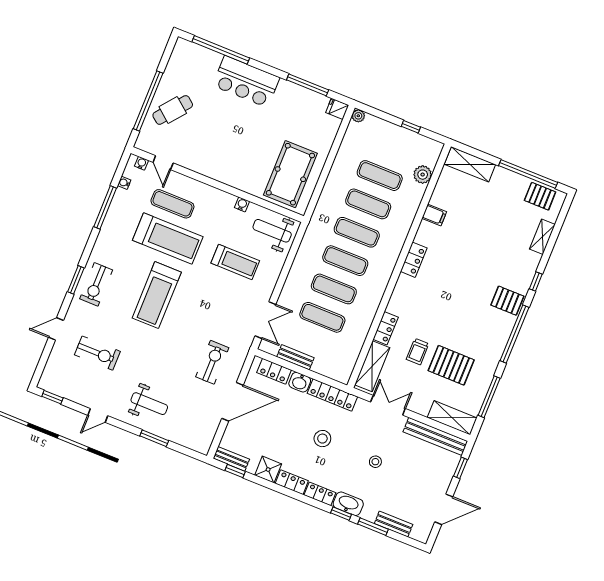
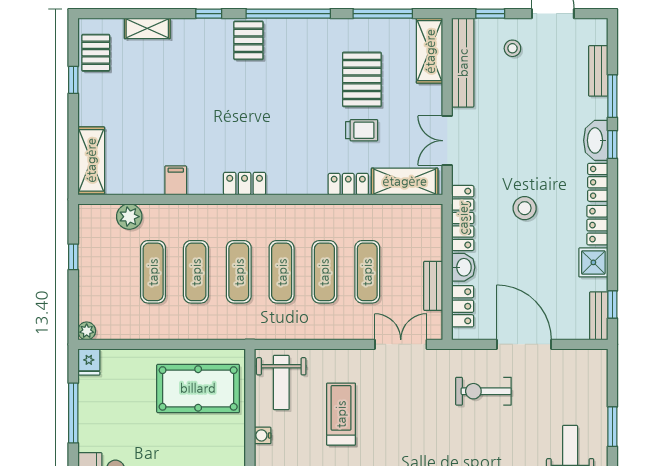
window: (528, 174) -> (73, 80), width x0.32
stool: (375, 462) -> (512, 48), moved

